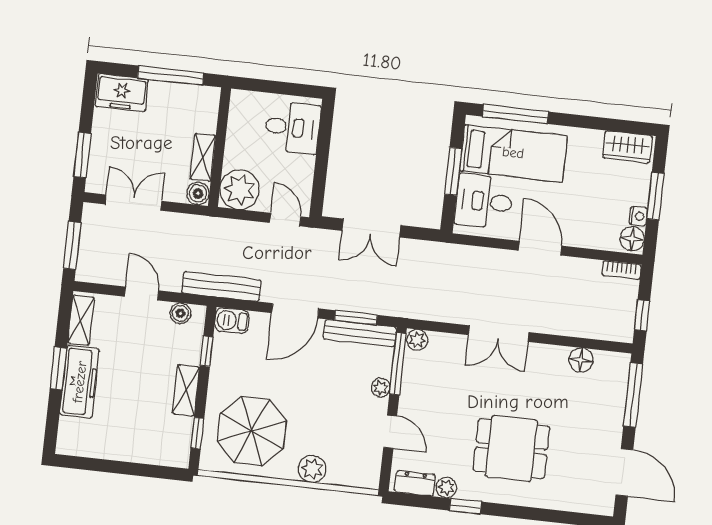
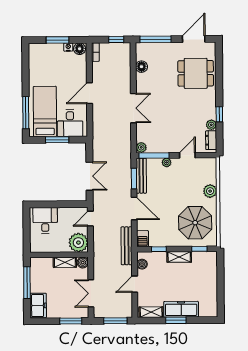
wardrobe: (628, 147) -> (35, 56), removed
dining table: (511, 448) -> (196, 73), moved, turned 90

